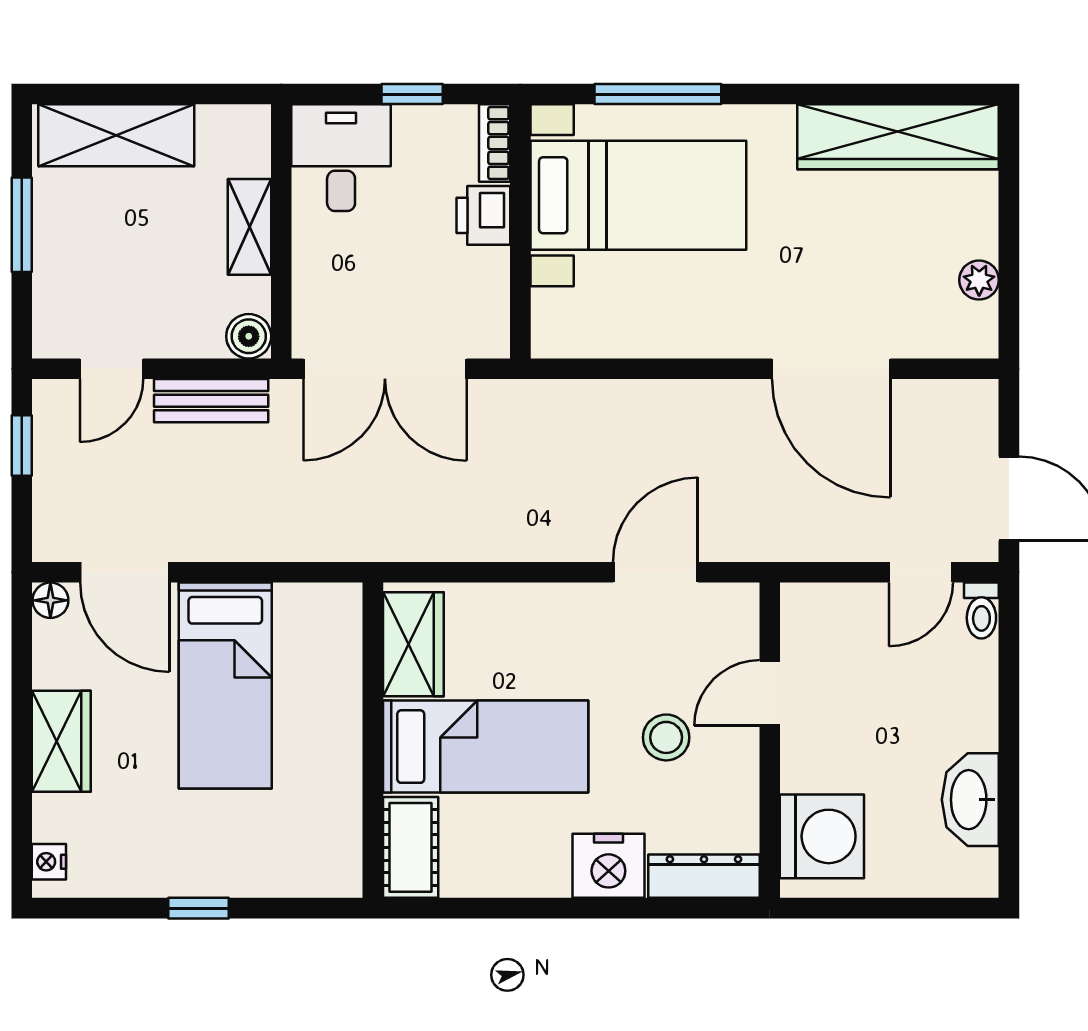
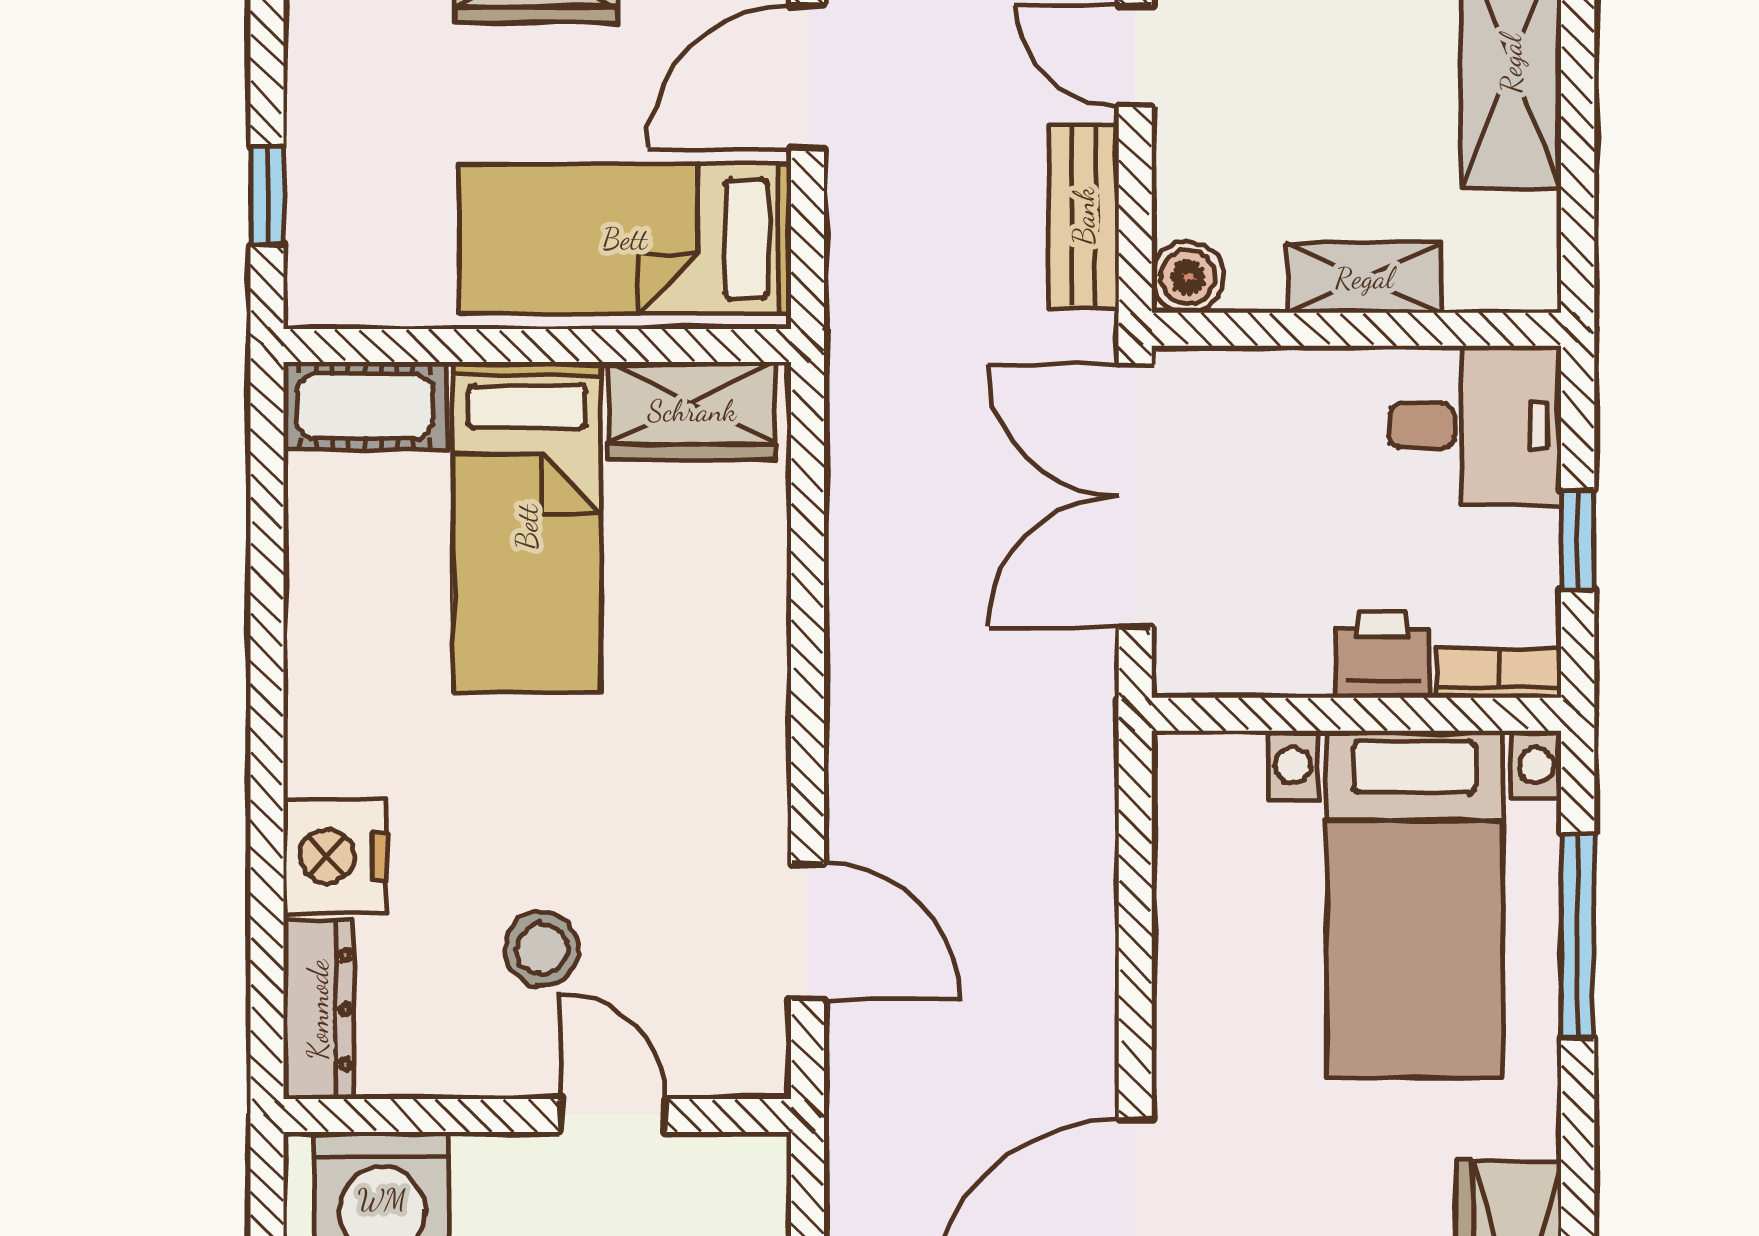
wardrobe: (413, 644) -> (692, 411), moved
wall: (373, 740) -> (537, 346), moved
bed: (486, 747) -> (527, 527), moved
cot: (411, 847) -> (365, 406), moved

